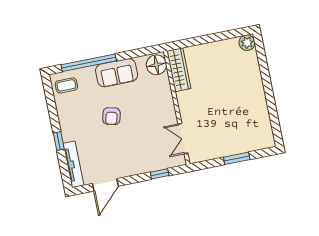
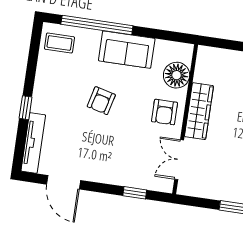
floor lamp: (156, 65) -> (177, 75), moved
wardrobe: (179, 70) -> (199, 111), moved
armchair: (160, 108) -> (165, 112), added
door: (105, 185) -> (64, 182), hinge flipped

